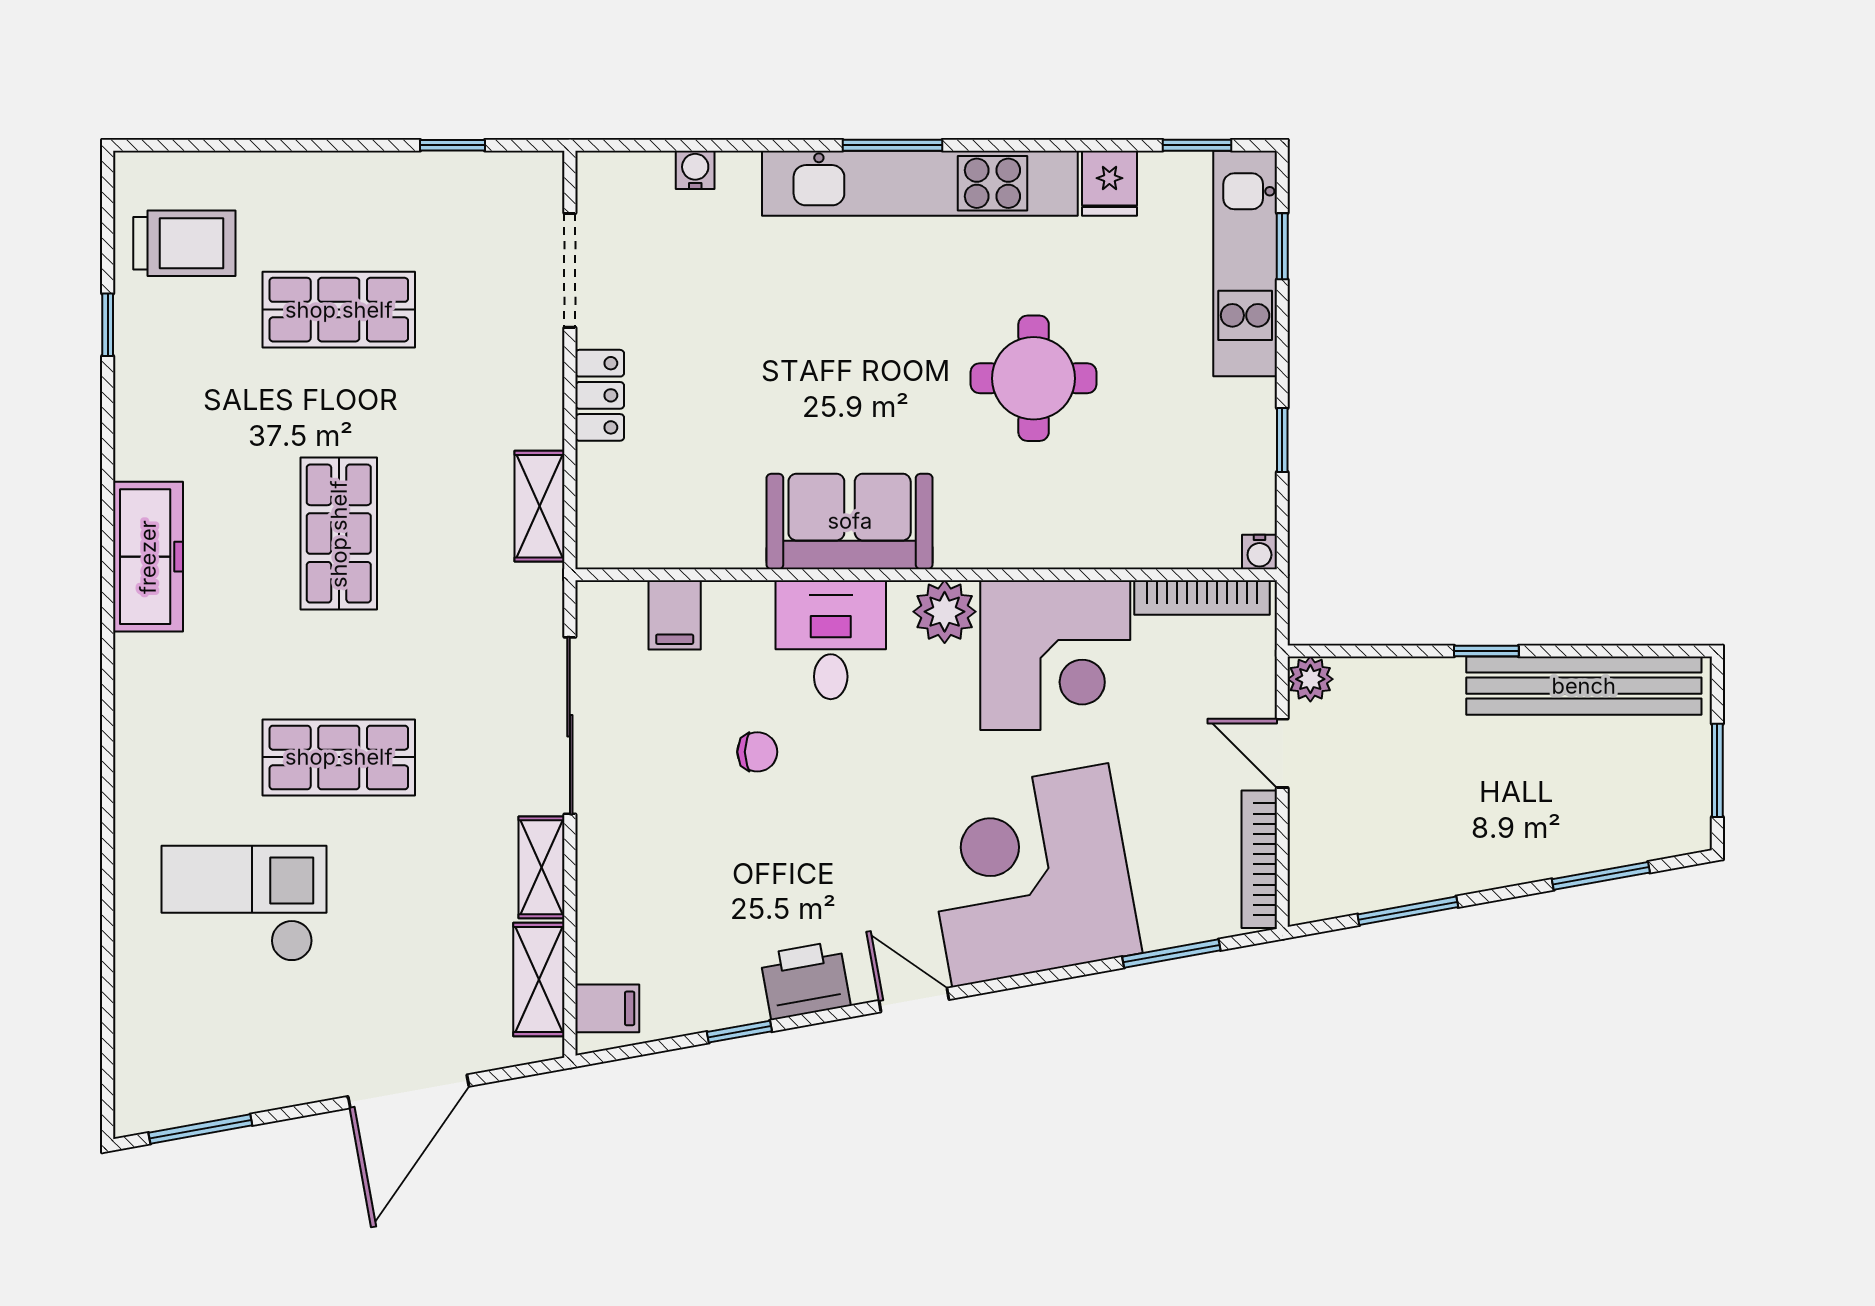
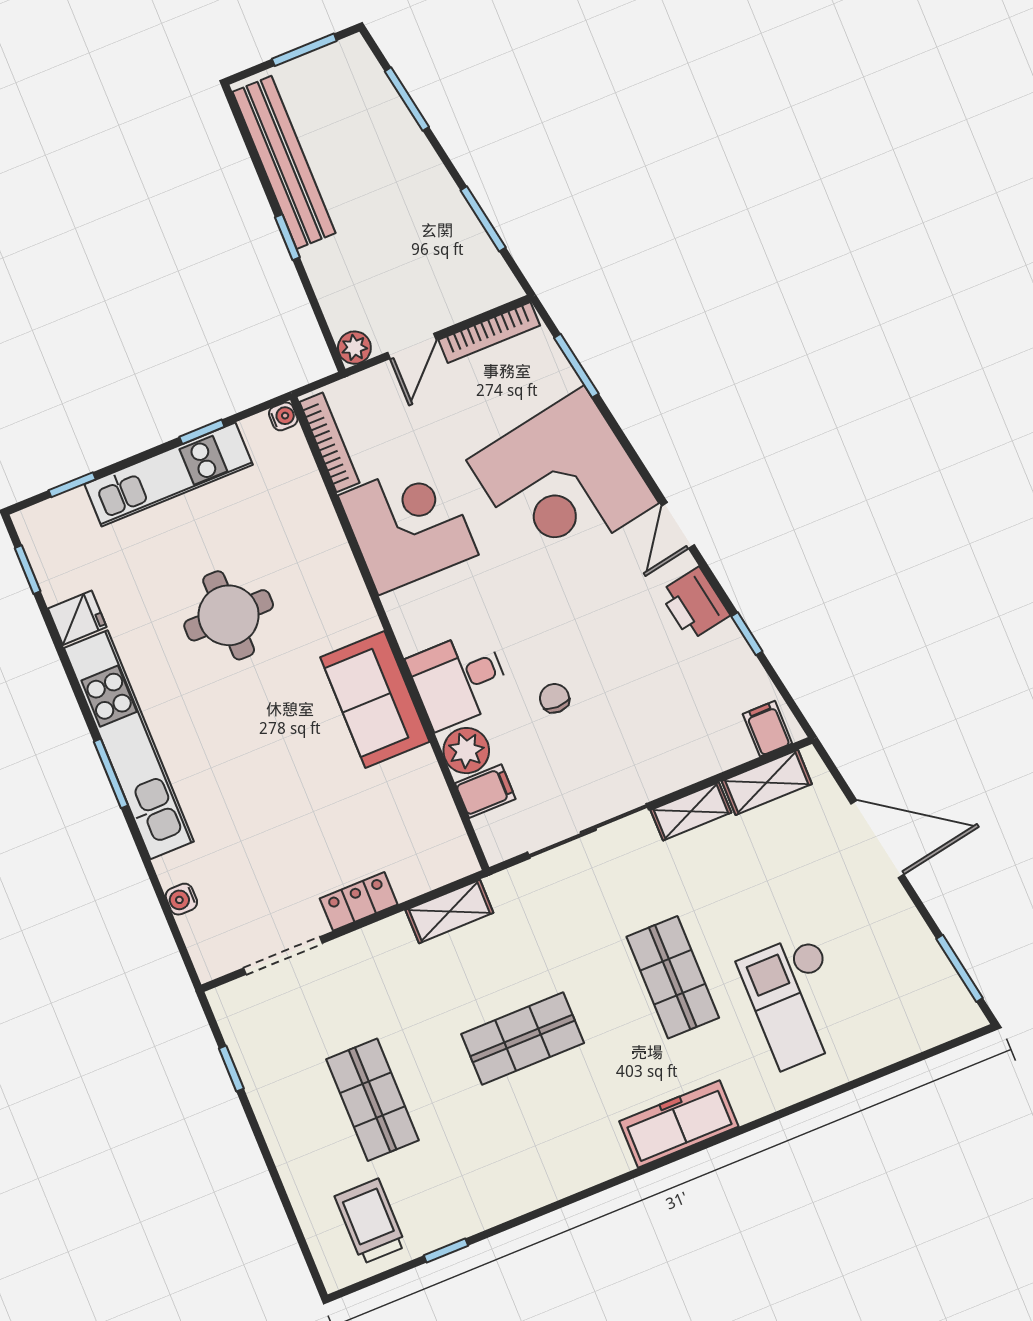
kitchen unit: (1245, 263) -> (169, 474), moved
freezer: (148, 557) -> (679, 1124), moved
plant: (945, 612) -> (466, 751), moved

